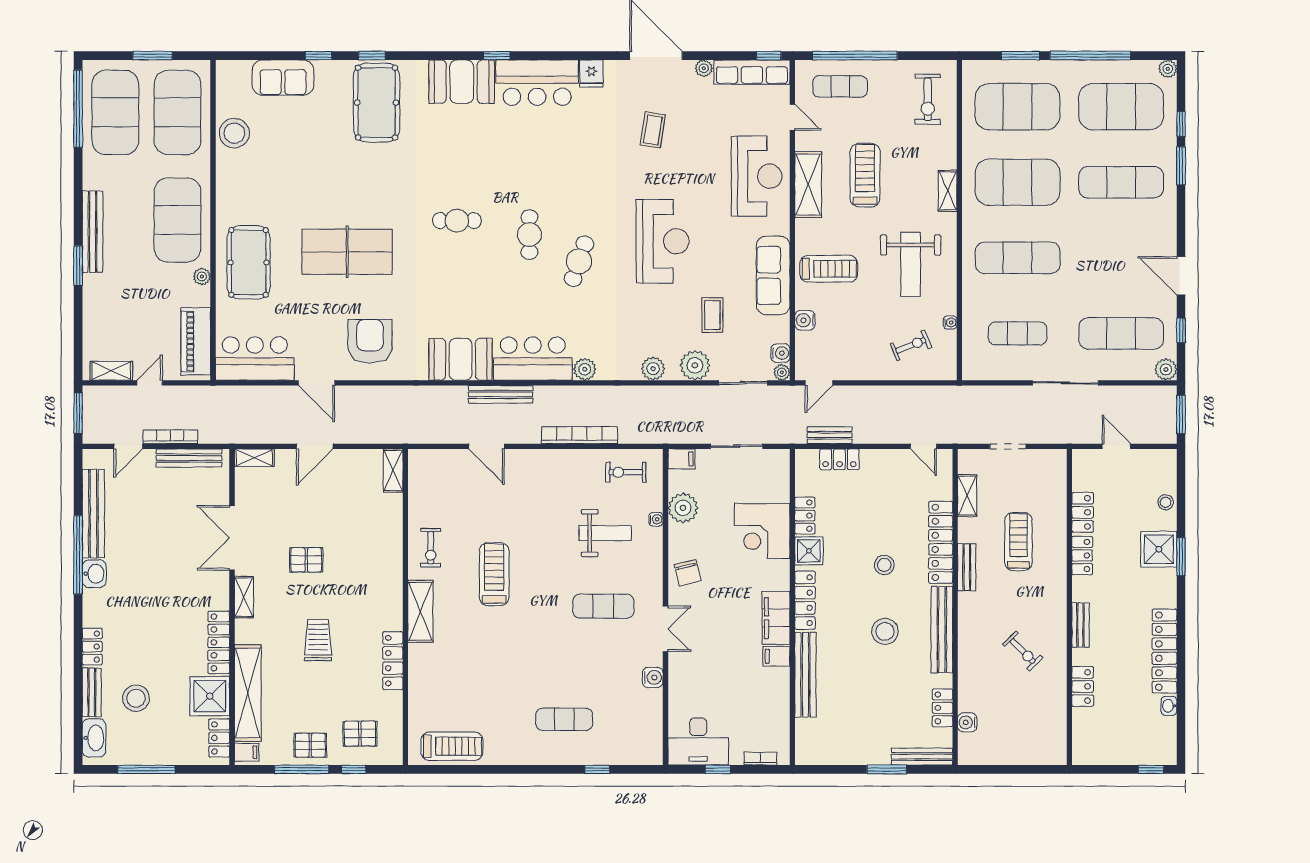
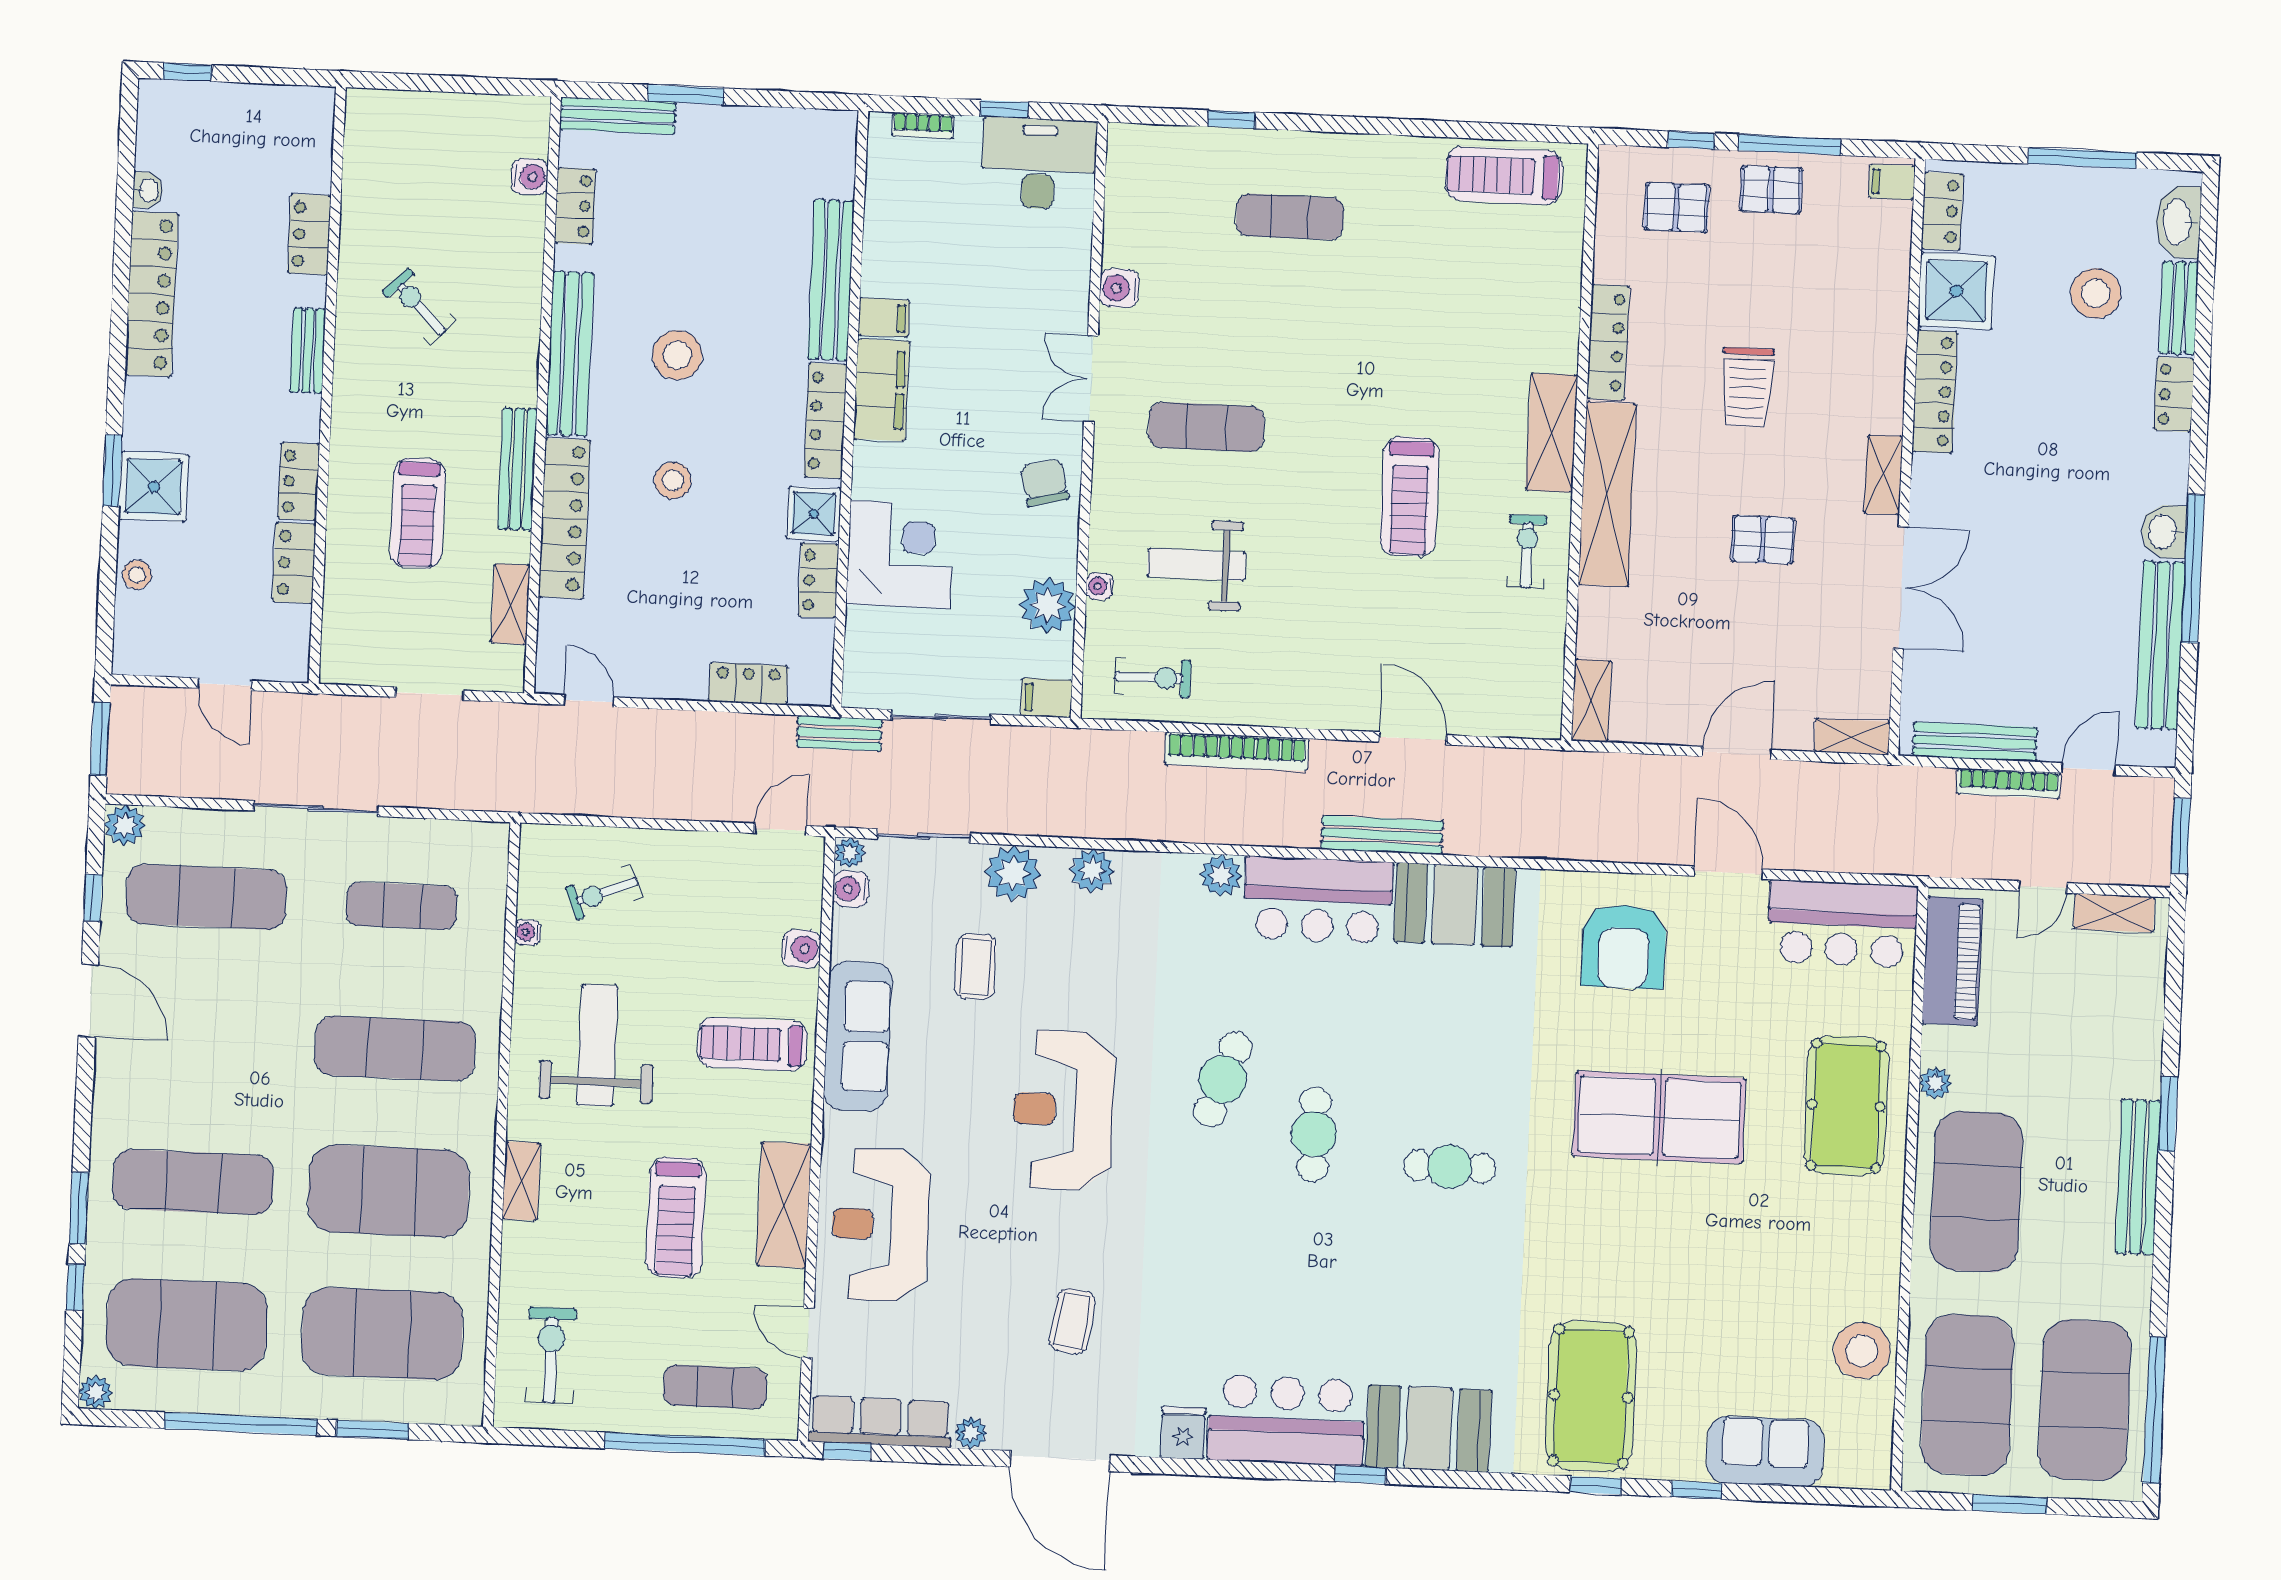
bench: (830, 435) -> (839, 733), moved
bench: (967, 567) -> (517, 469), width x1.36
shelving: (248, 693) -> (1607, 494), moved

